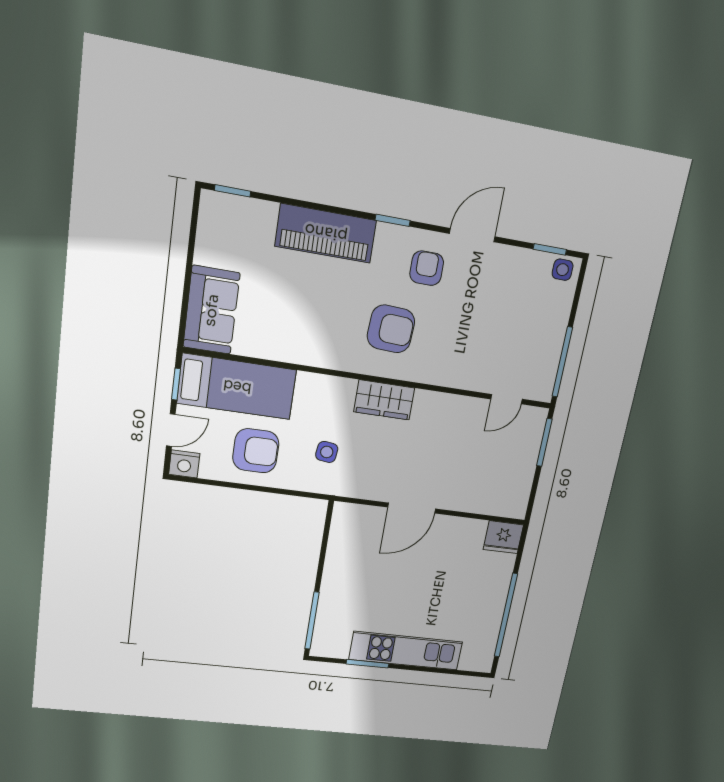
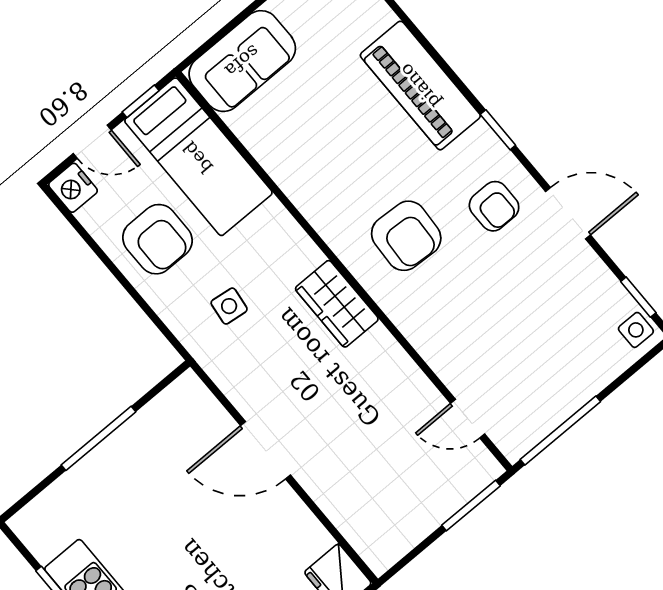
armchair: (427, 268) -> (494, 206), turned 90
window: (312, 621) -> (98, 438), moved

